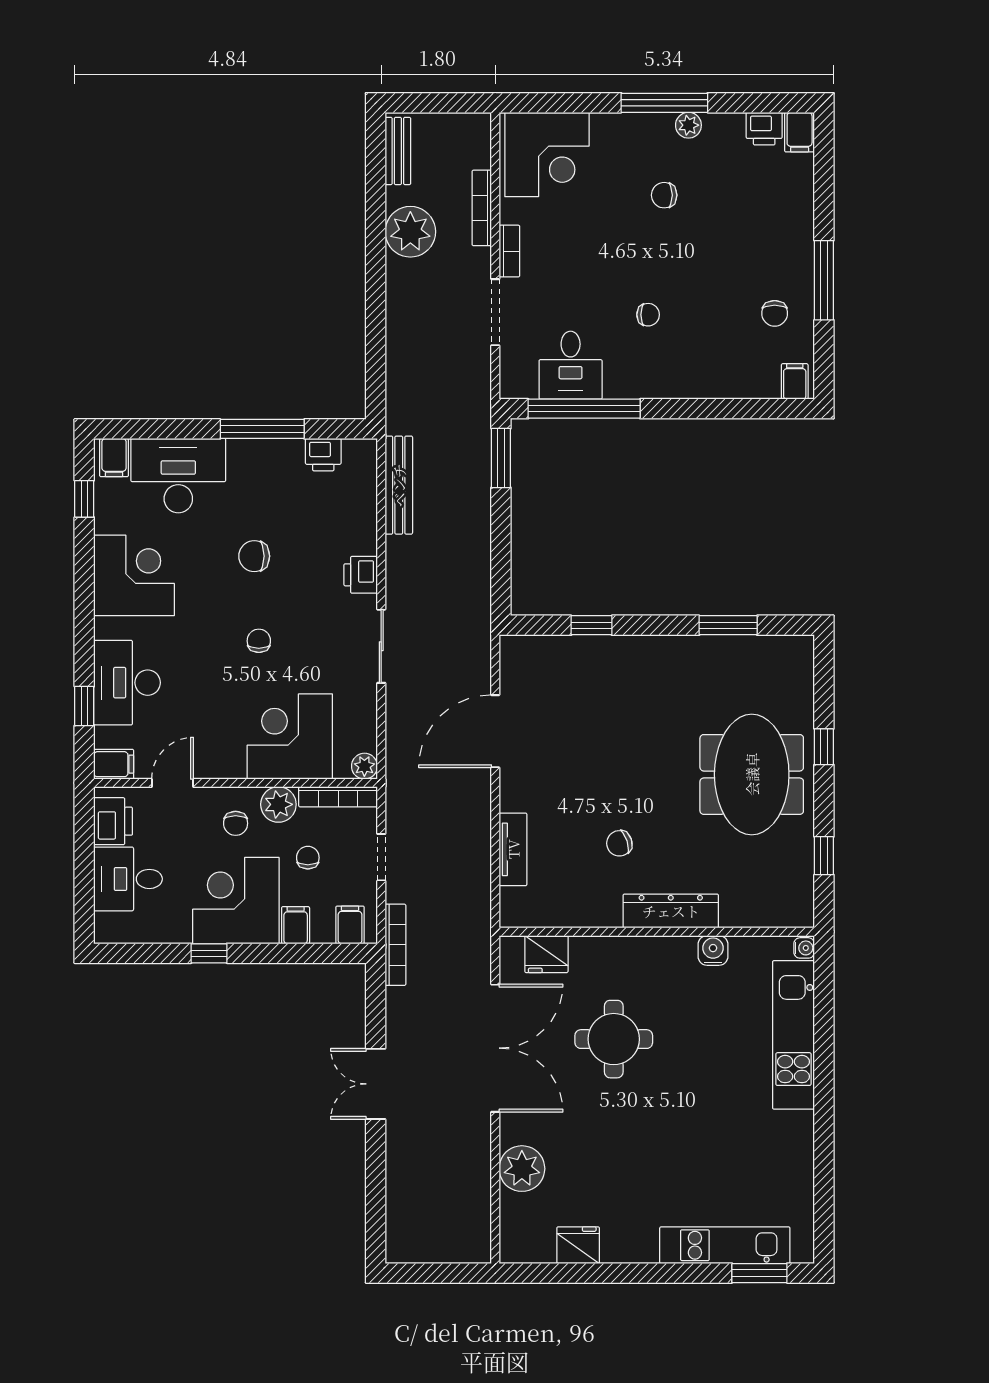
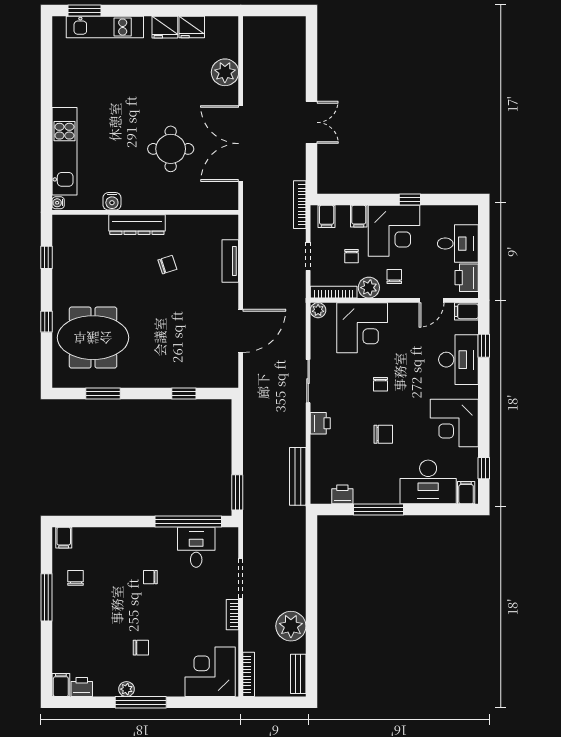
bookcase: (482, 208) -> (249, 674), moved
meeting table: (752, 774) -> (93, 338), moved, turned 90
fridge: (546, 954) -> (165, 27), moved, turned 180

